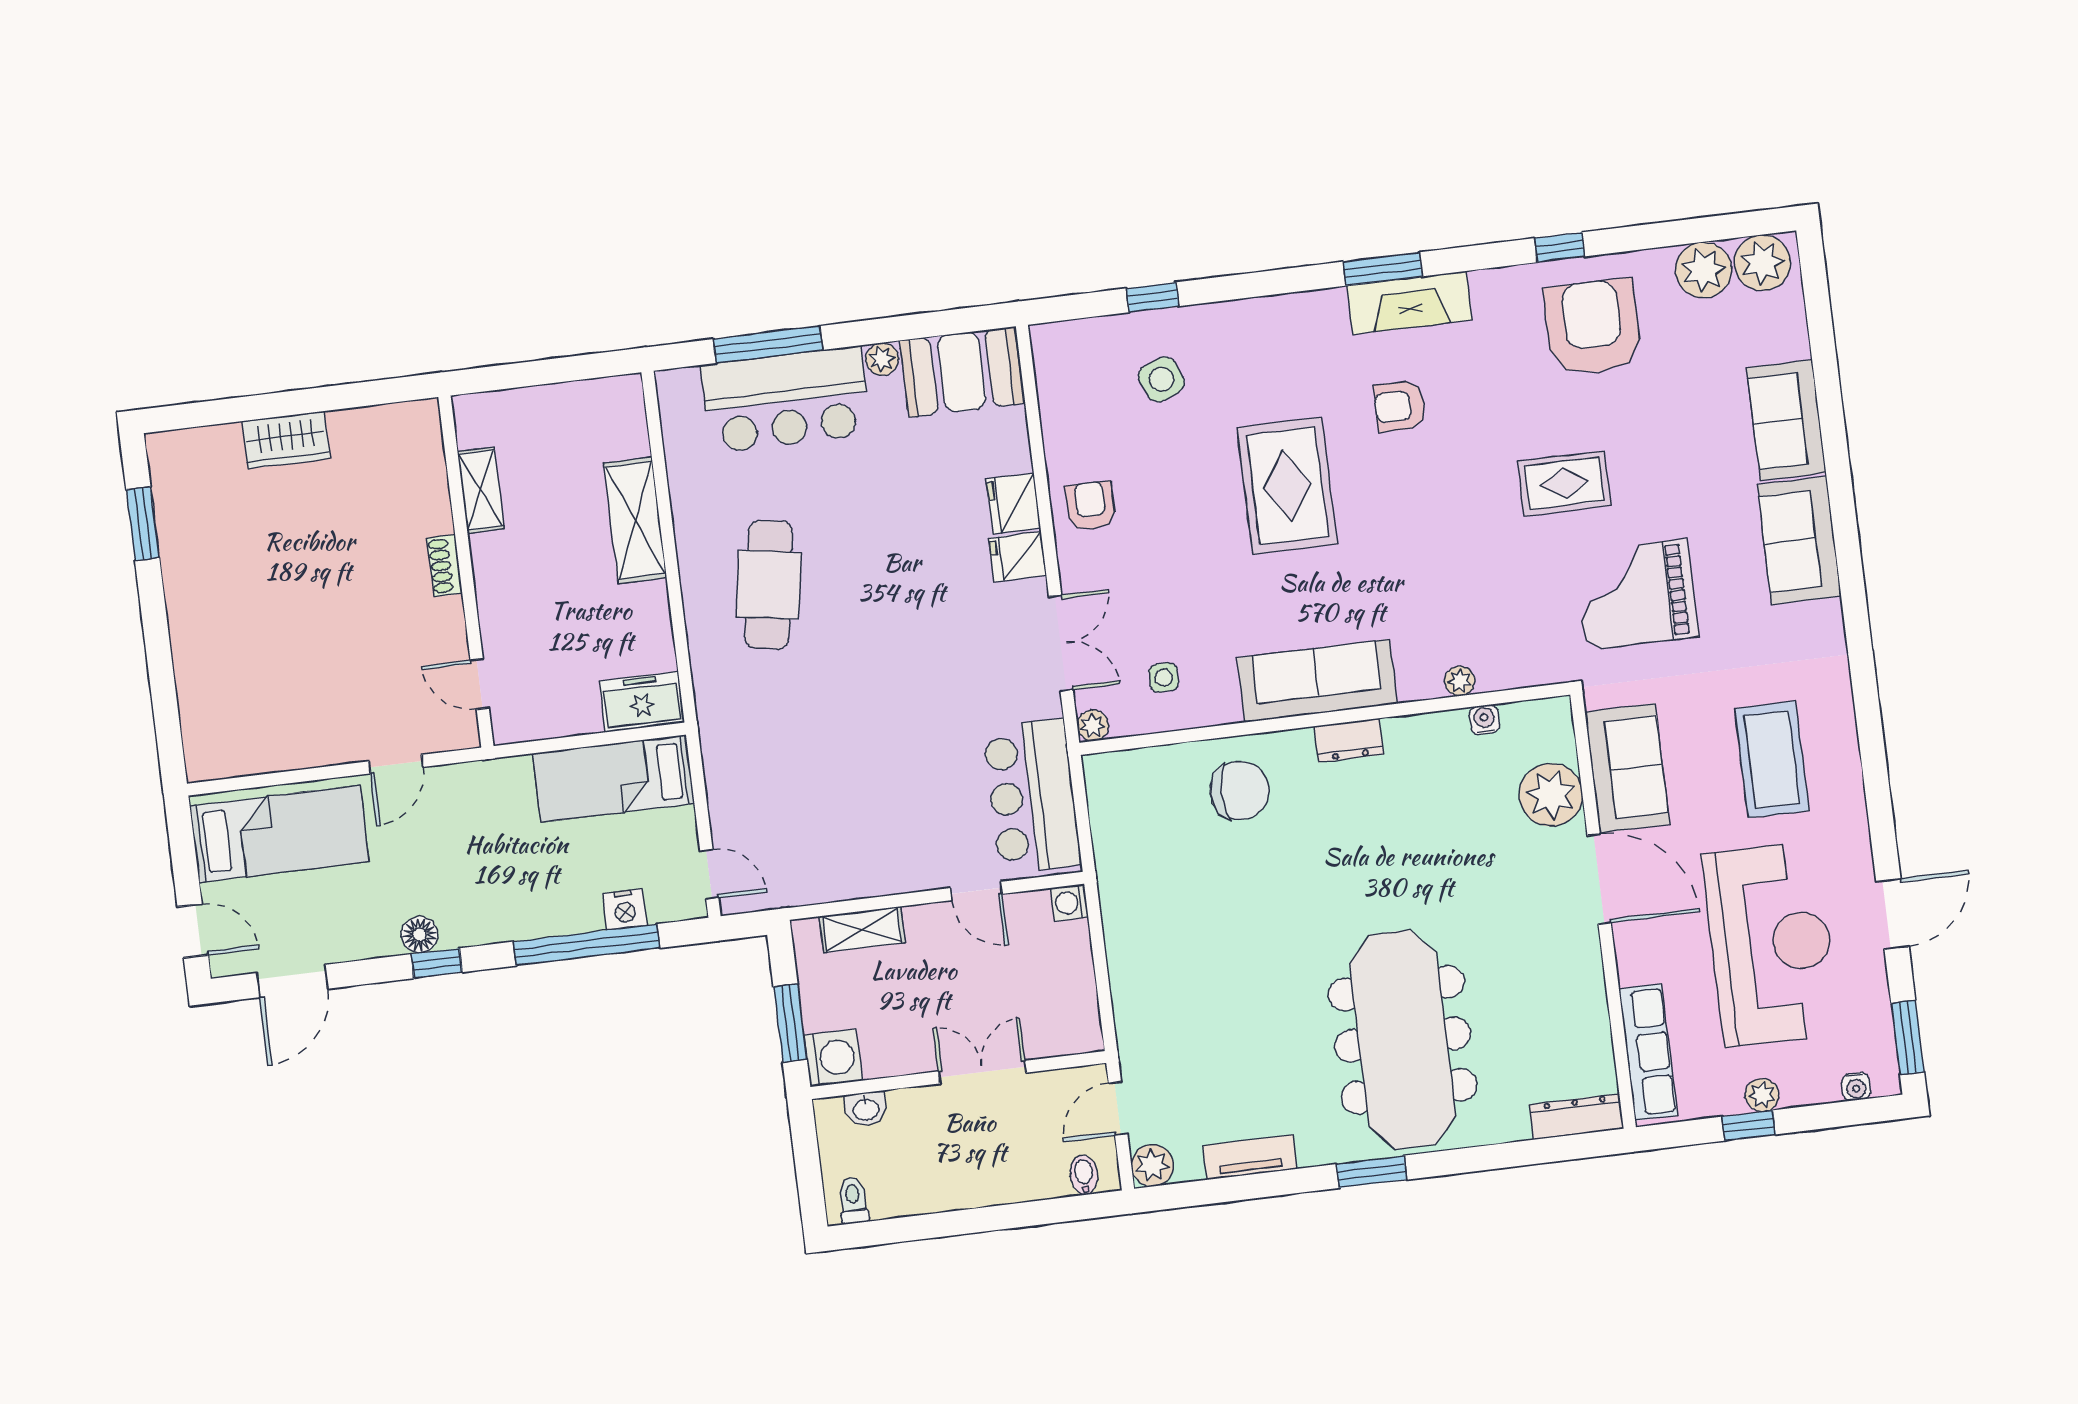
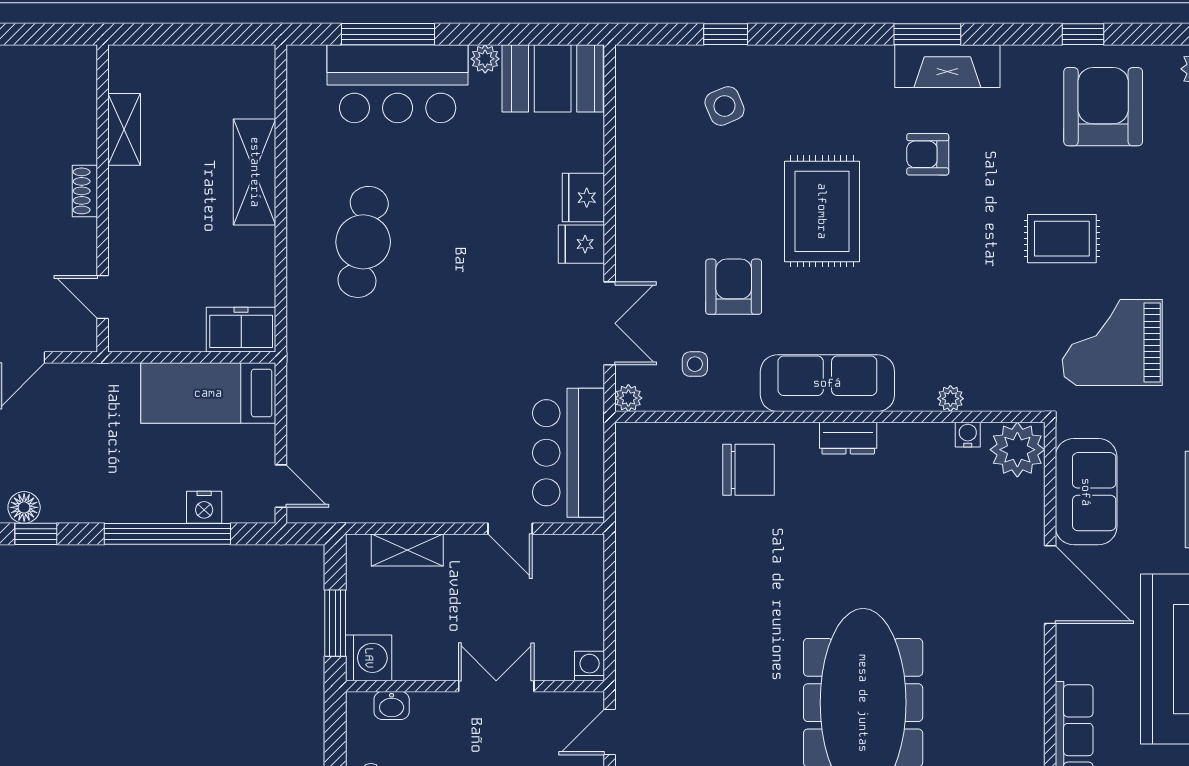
armchair: (1091, 506) -> (734, 287), moved, width x1.38, depth x1.38
plant: (1551, 795) -> (1017, 450), moved
washing machine: (1070, 903) -> (590, 666), moved, turned 90

